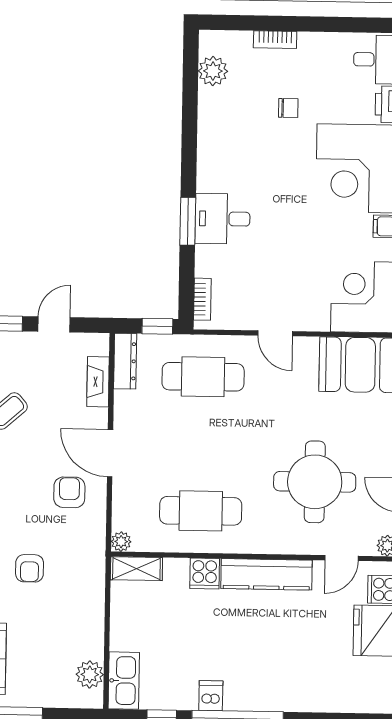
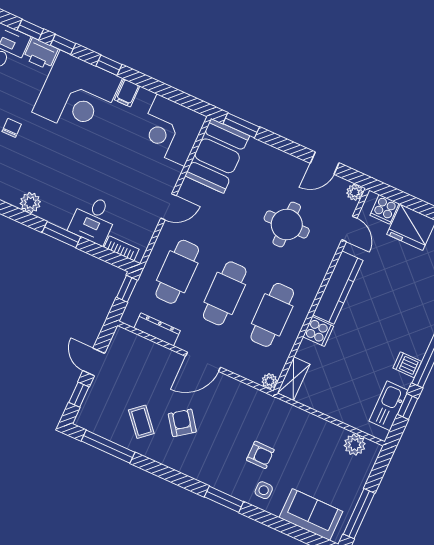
plant: (210, 168) -> (30, 203), added
desk: (223, 219) -> (93, 219), moved
dresser: (125, 361) -> (157, 329), moved
fireplace: (98, 382) -> (148, 348), removed
cafe table: (202, 444) -> (225, 293), added
round table: (315, 482) -> (287, 224), width x0.73, depth x0.73
armchair: (69, 492) -> (182, 423), moved, turned 54
kitchen sink: (124, 681) -> (389, 406), moved, turned -90

